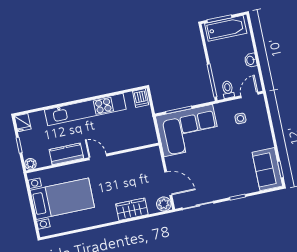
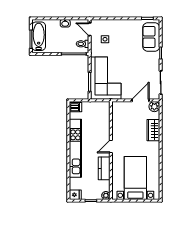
sofa: (267, 169) -> (151, 37), moved, turned 90

